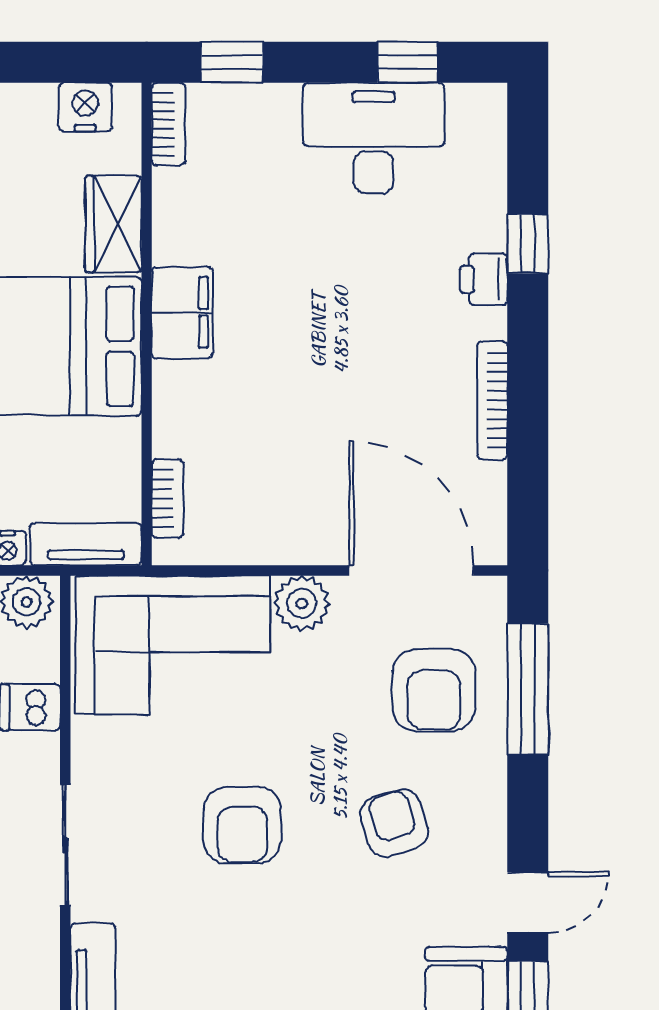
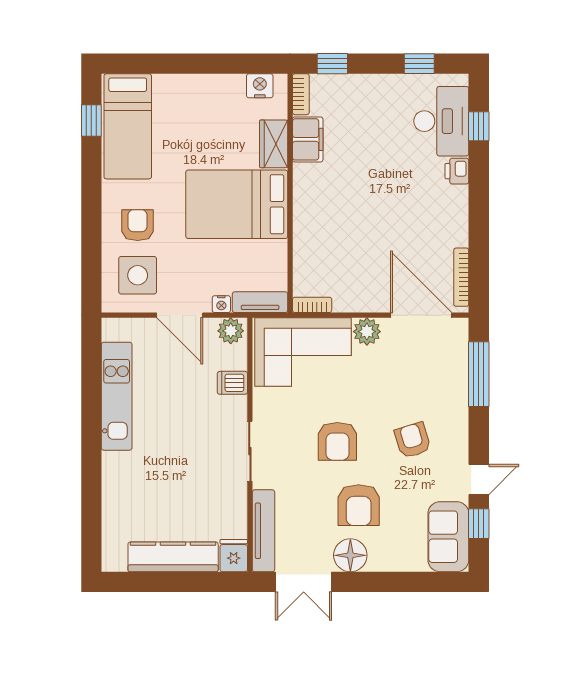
desk: (374, 138) -> (441, 121), moved, turned 90
window: (528, 244) -> (479, 126), moved
filing cabinet: (182, 313) -> (308, 139), moved
bookcase: (492, 400) -> (461, 277), moved
bookcase: (167, 499) -> (312, 305), moved, turned -90
armchair: (434, 690) -> (359, 505), moved

